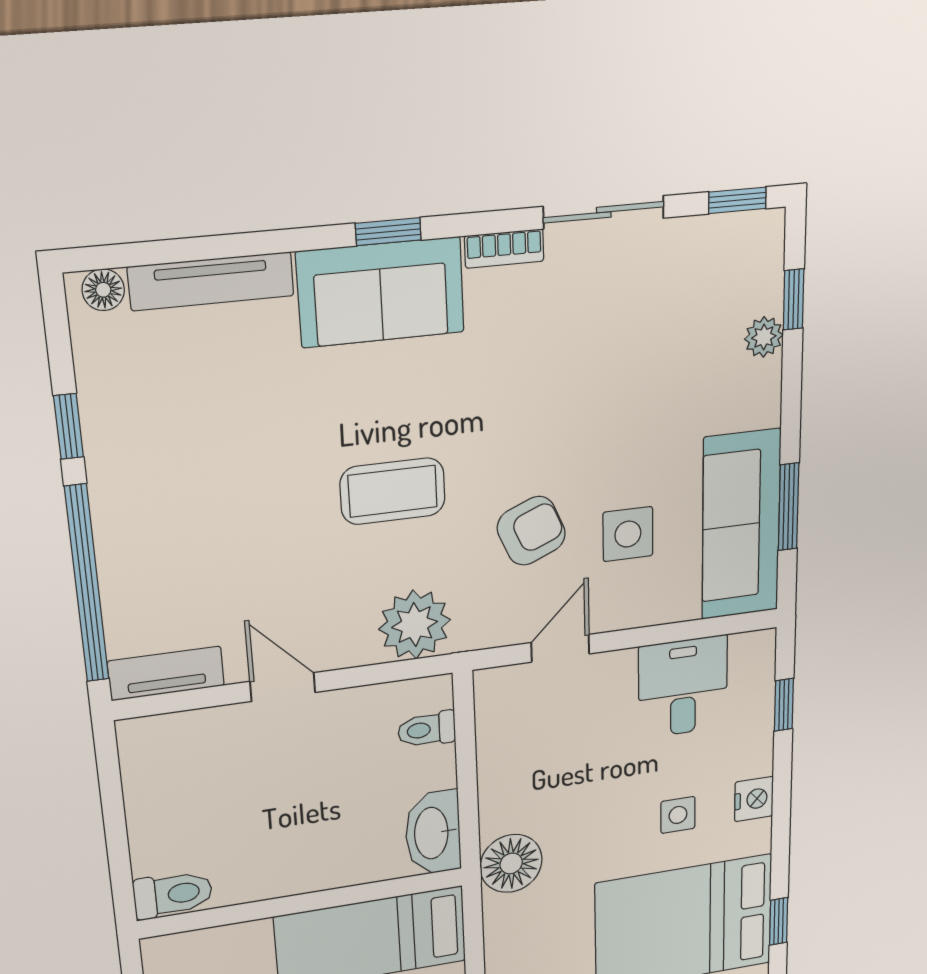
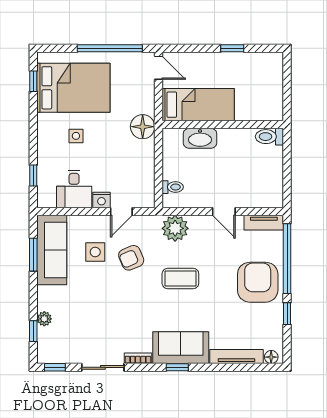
armchair: (168, 507) -> (258, 282), added
nightstand: (754, 799) -> (102, 200), moved, turned -90
washbasin: (433, 833) -> (200, 138), moved, turned 90

